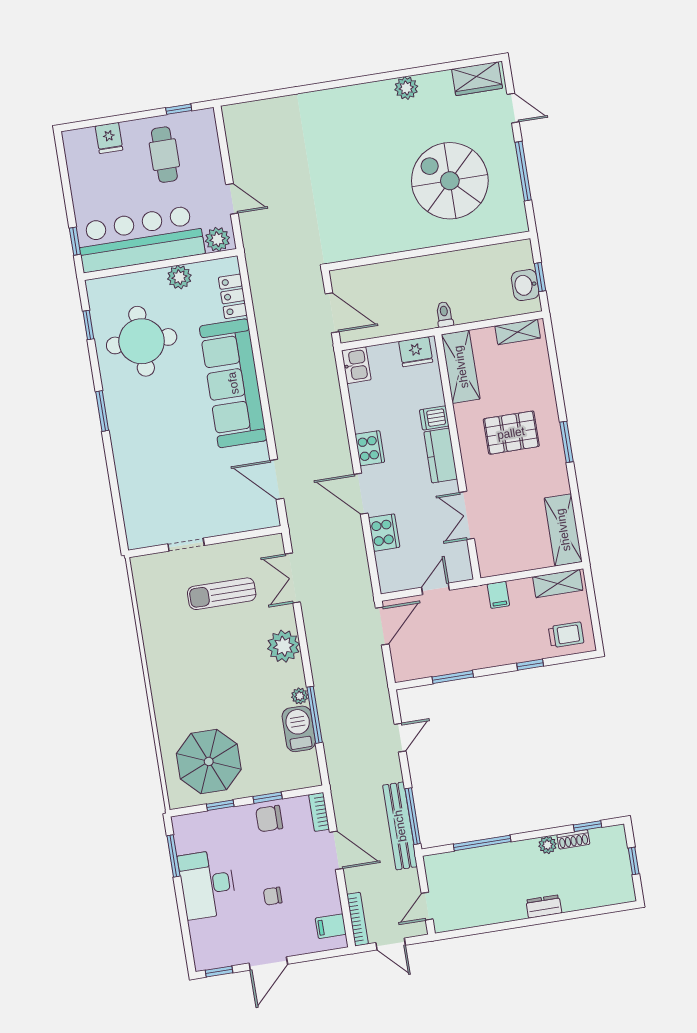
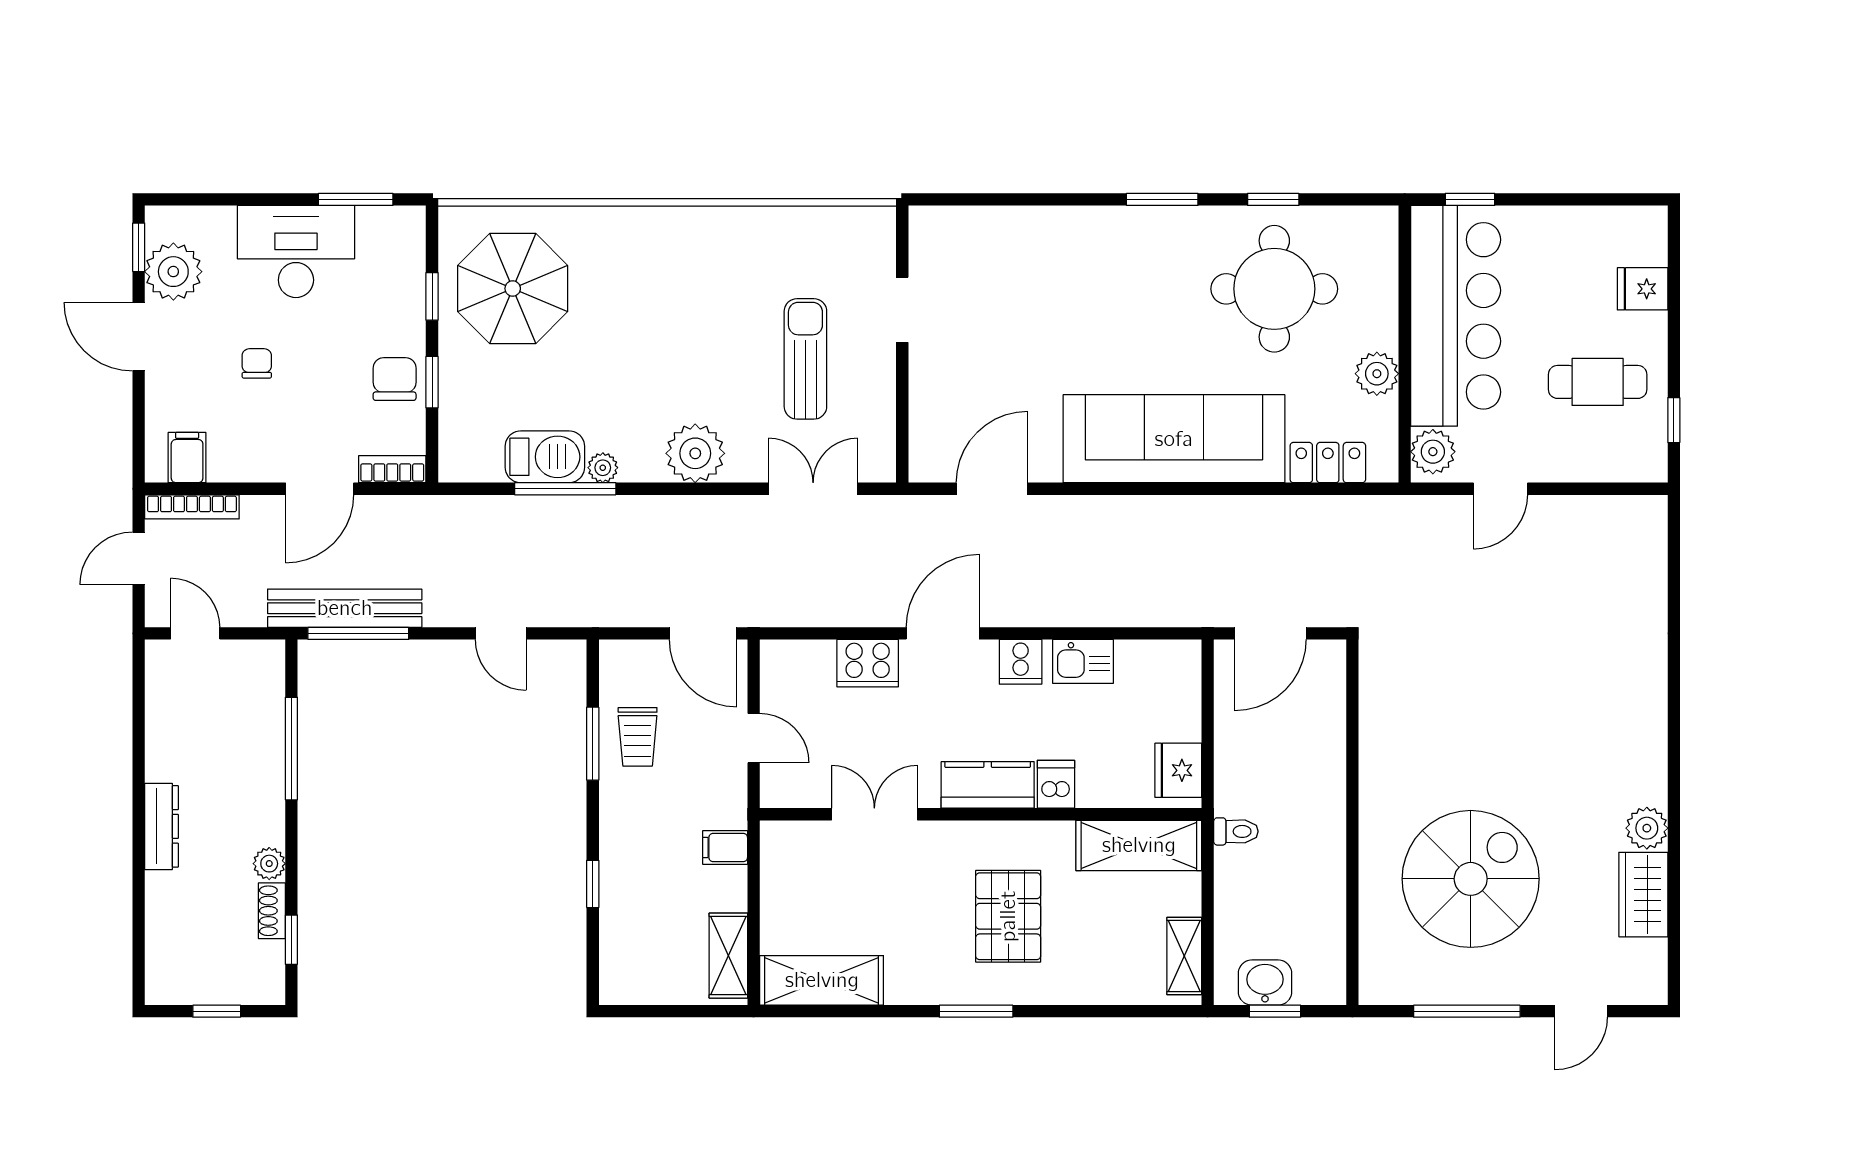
wardrobe: (477, 79) -> (1643, 895), moved
window: (88, 325) -> (1273, 199), moved
kitchen sink: (356, 365) -> (1083, 661), moved
cooker: (370, 448) -> (1021, 662), width x0.73
trolley: (566, 635) -> (638, 737), moved
dresser: (544, 907) -> (162, 826), width x1.44
plant: (229, 950) -> (173, 272), added

